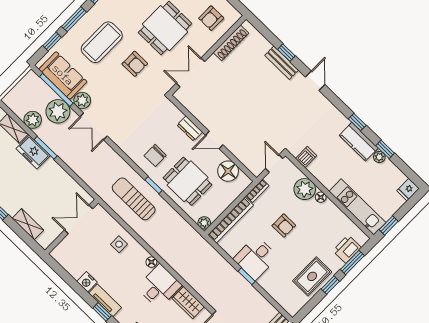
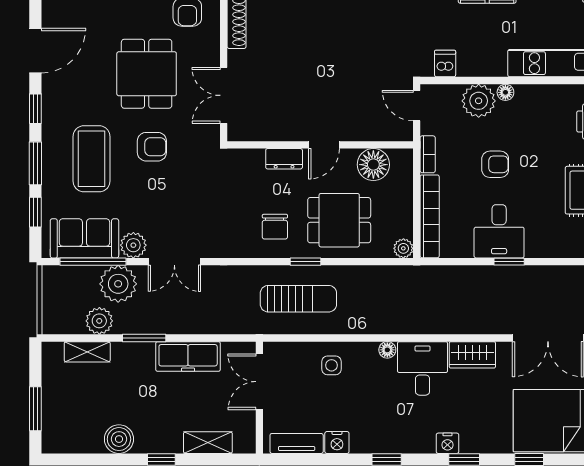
freezer: (33, 152) -> (188, 356), moved, width x1.40
sun lounger: (134, 199) -> (298, 299), turned 180
tv unit: (105, 300) -> (297, 443), moved

